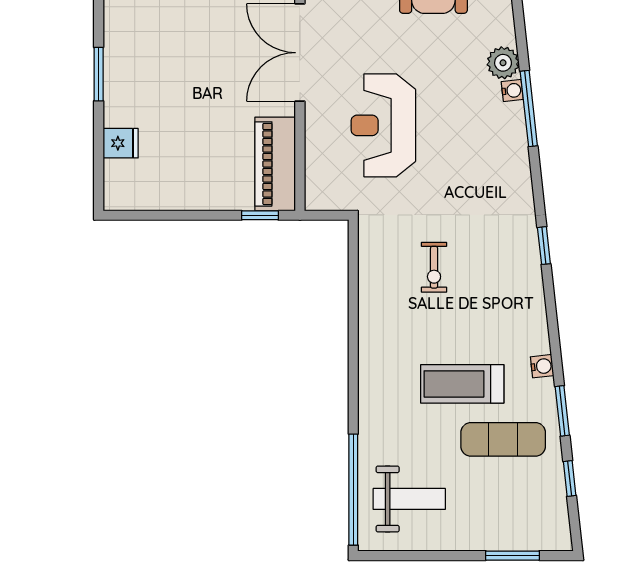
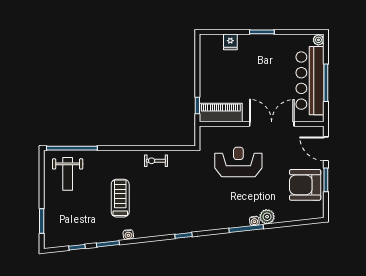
exercise bike: (434, 267) -> (156, 161), moved
exercise mat: (503, 439) -> (95, 217), removed

